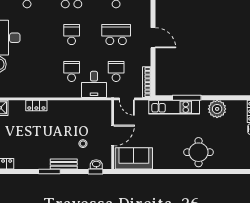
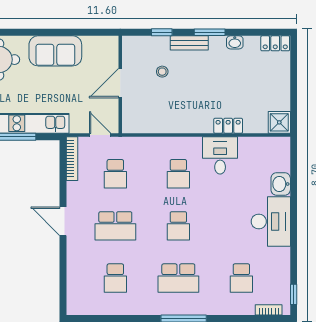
desk: (94, 84) -> (220, 155), moved
sofa: (134, 158) -> (55, 51), moved
washbasin: (96, 164) -> (235, 42), moved
window: (96, 171) -> (162, 32), moved

